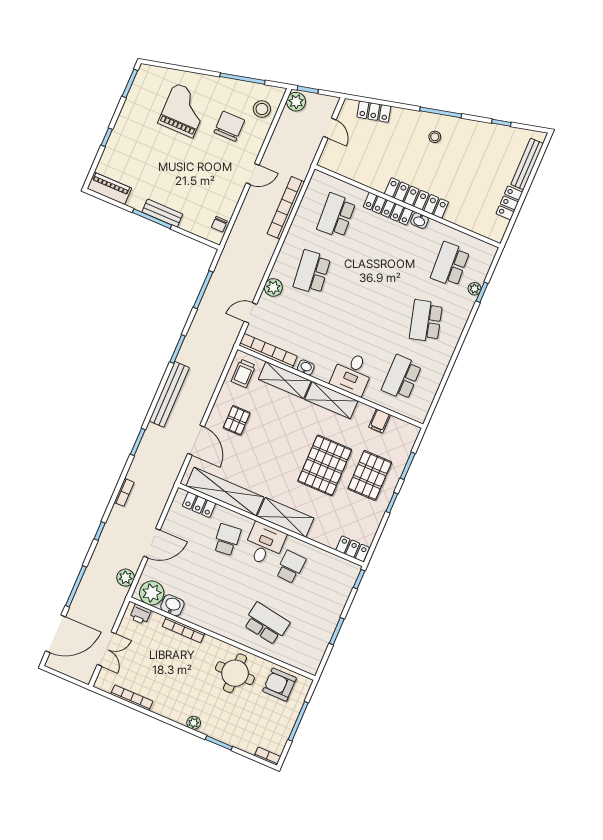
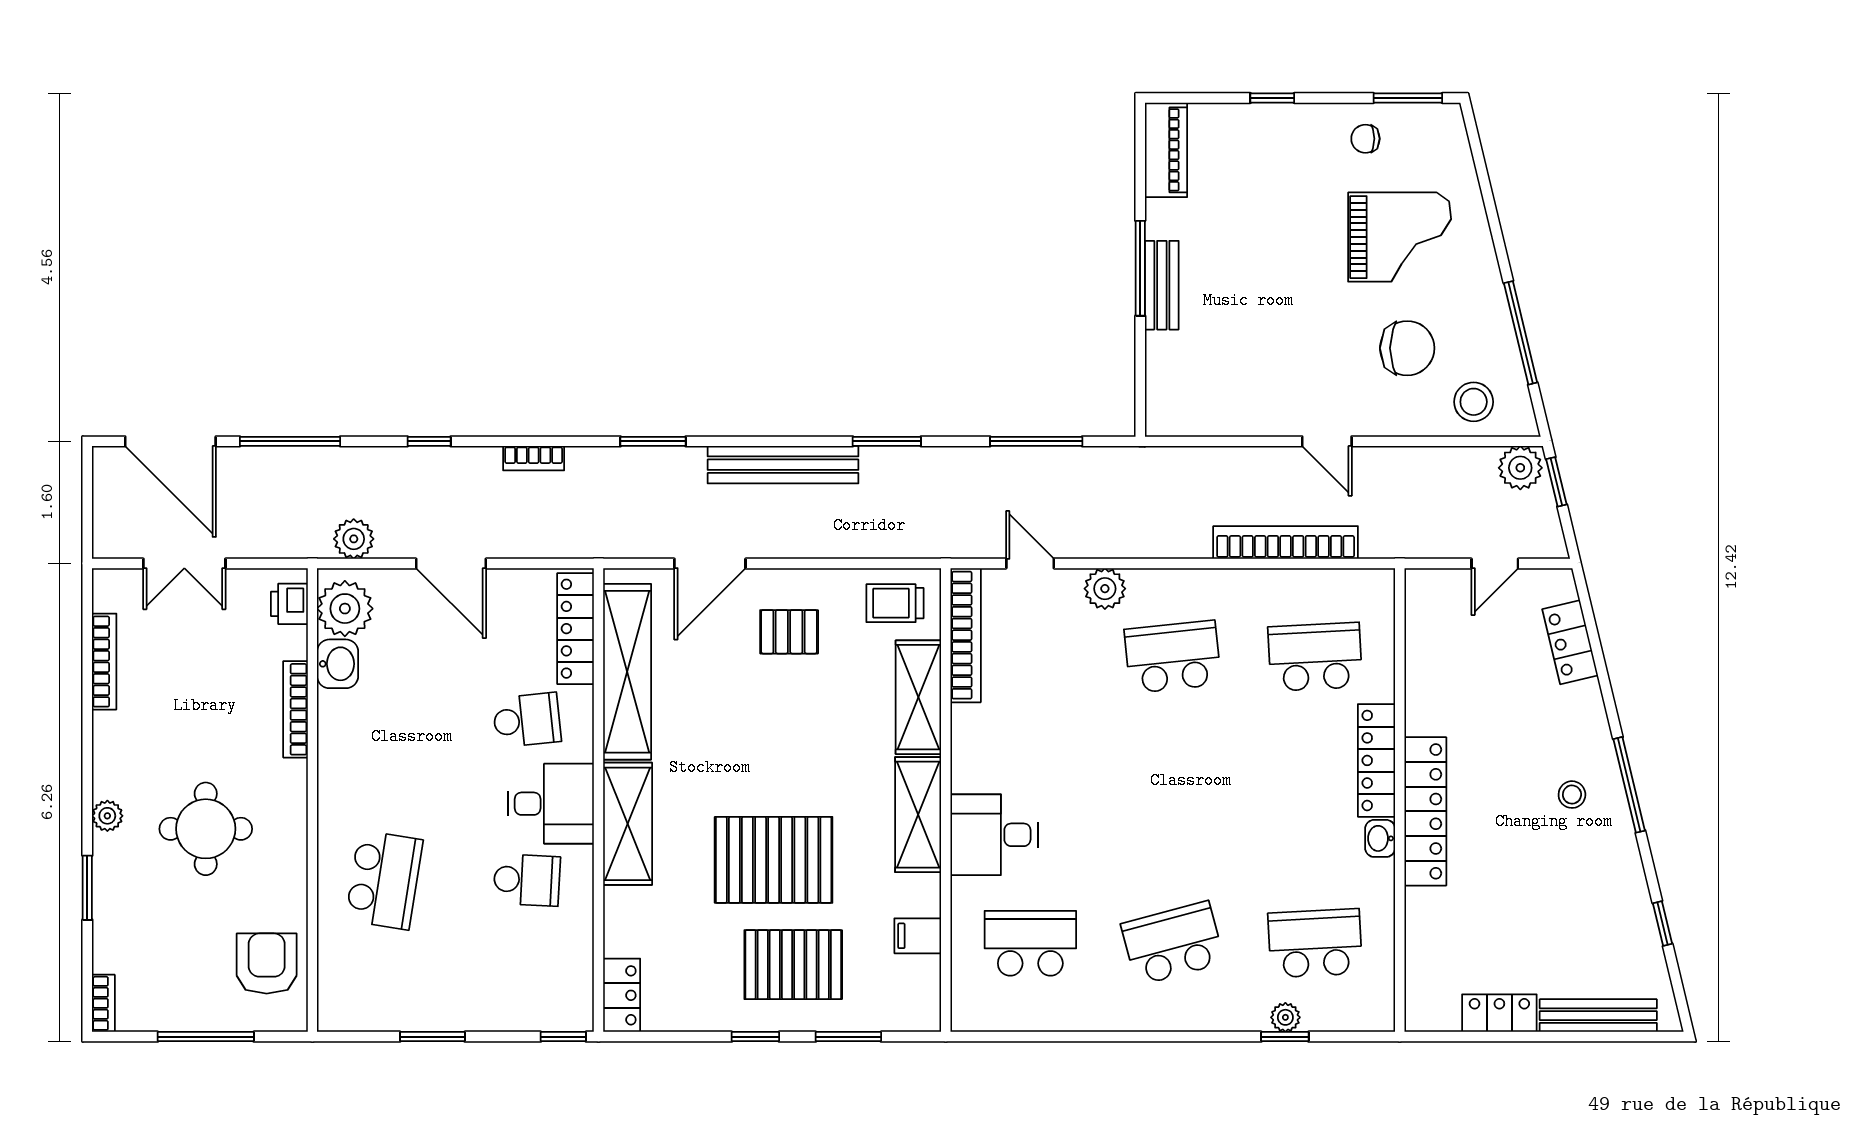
chair: (219, 224) -> (1365, 139), moved
washbasin: (306, 367) -> (964, 731), removed
locker: (199, 505) -> (576, 629), width x1.53
round table: (235, 673) -> (206, 829), moved

